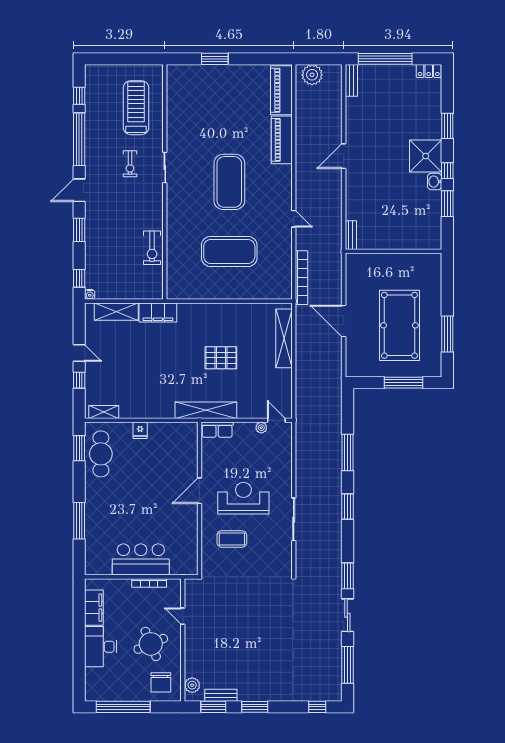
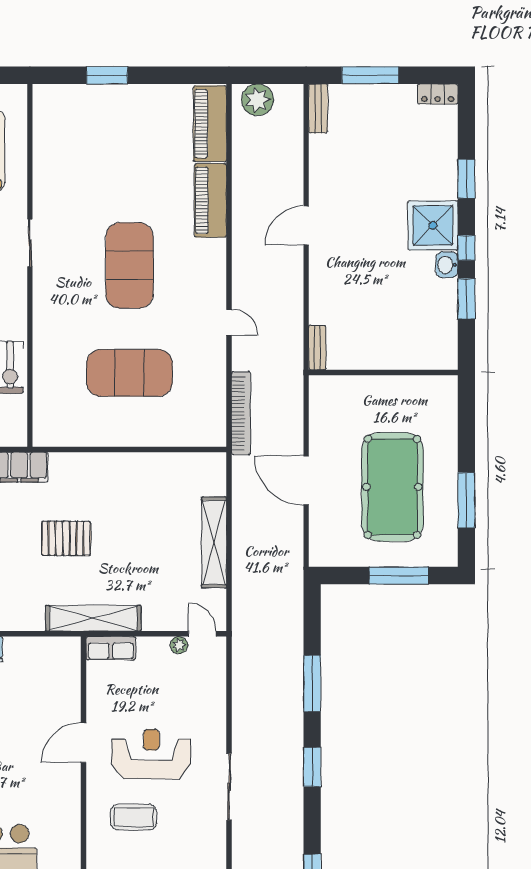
window: (385, 59) -> (370, 75), width x0.68
shelving: (284, 338) -> (214, 542), moved
pallet: (221, 358) -> (66, 538), moved

